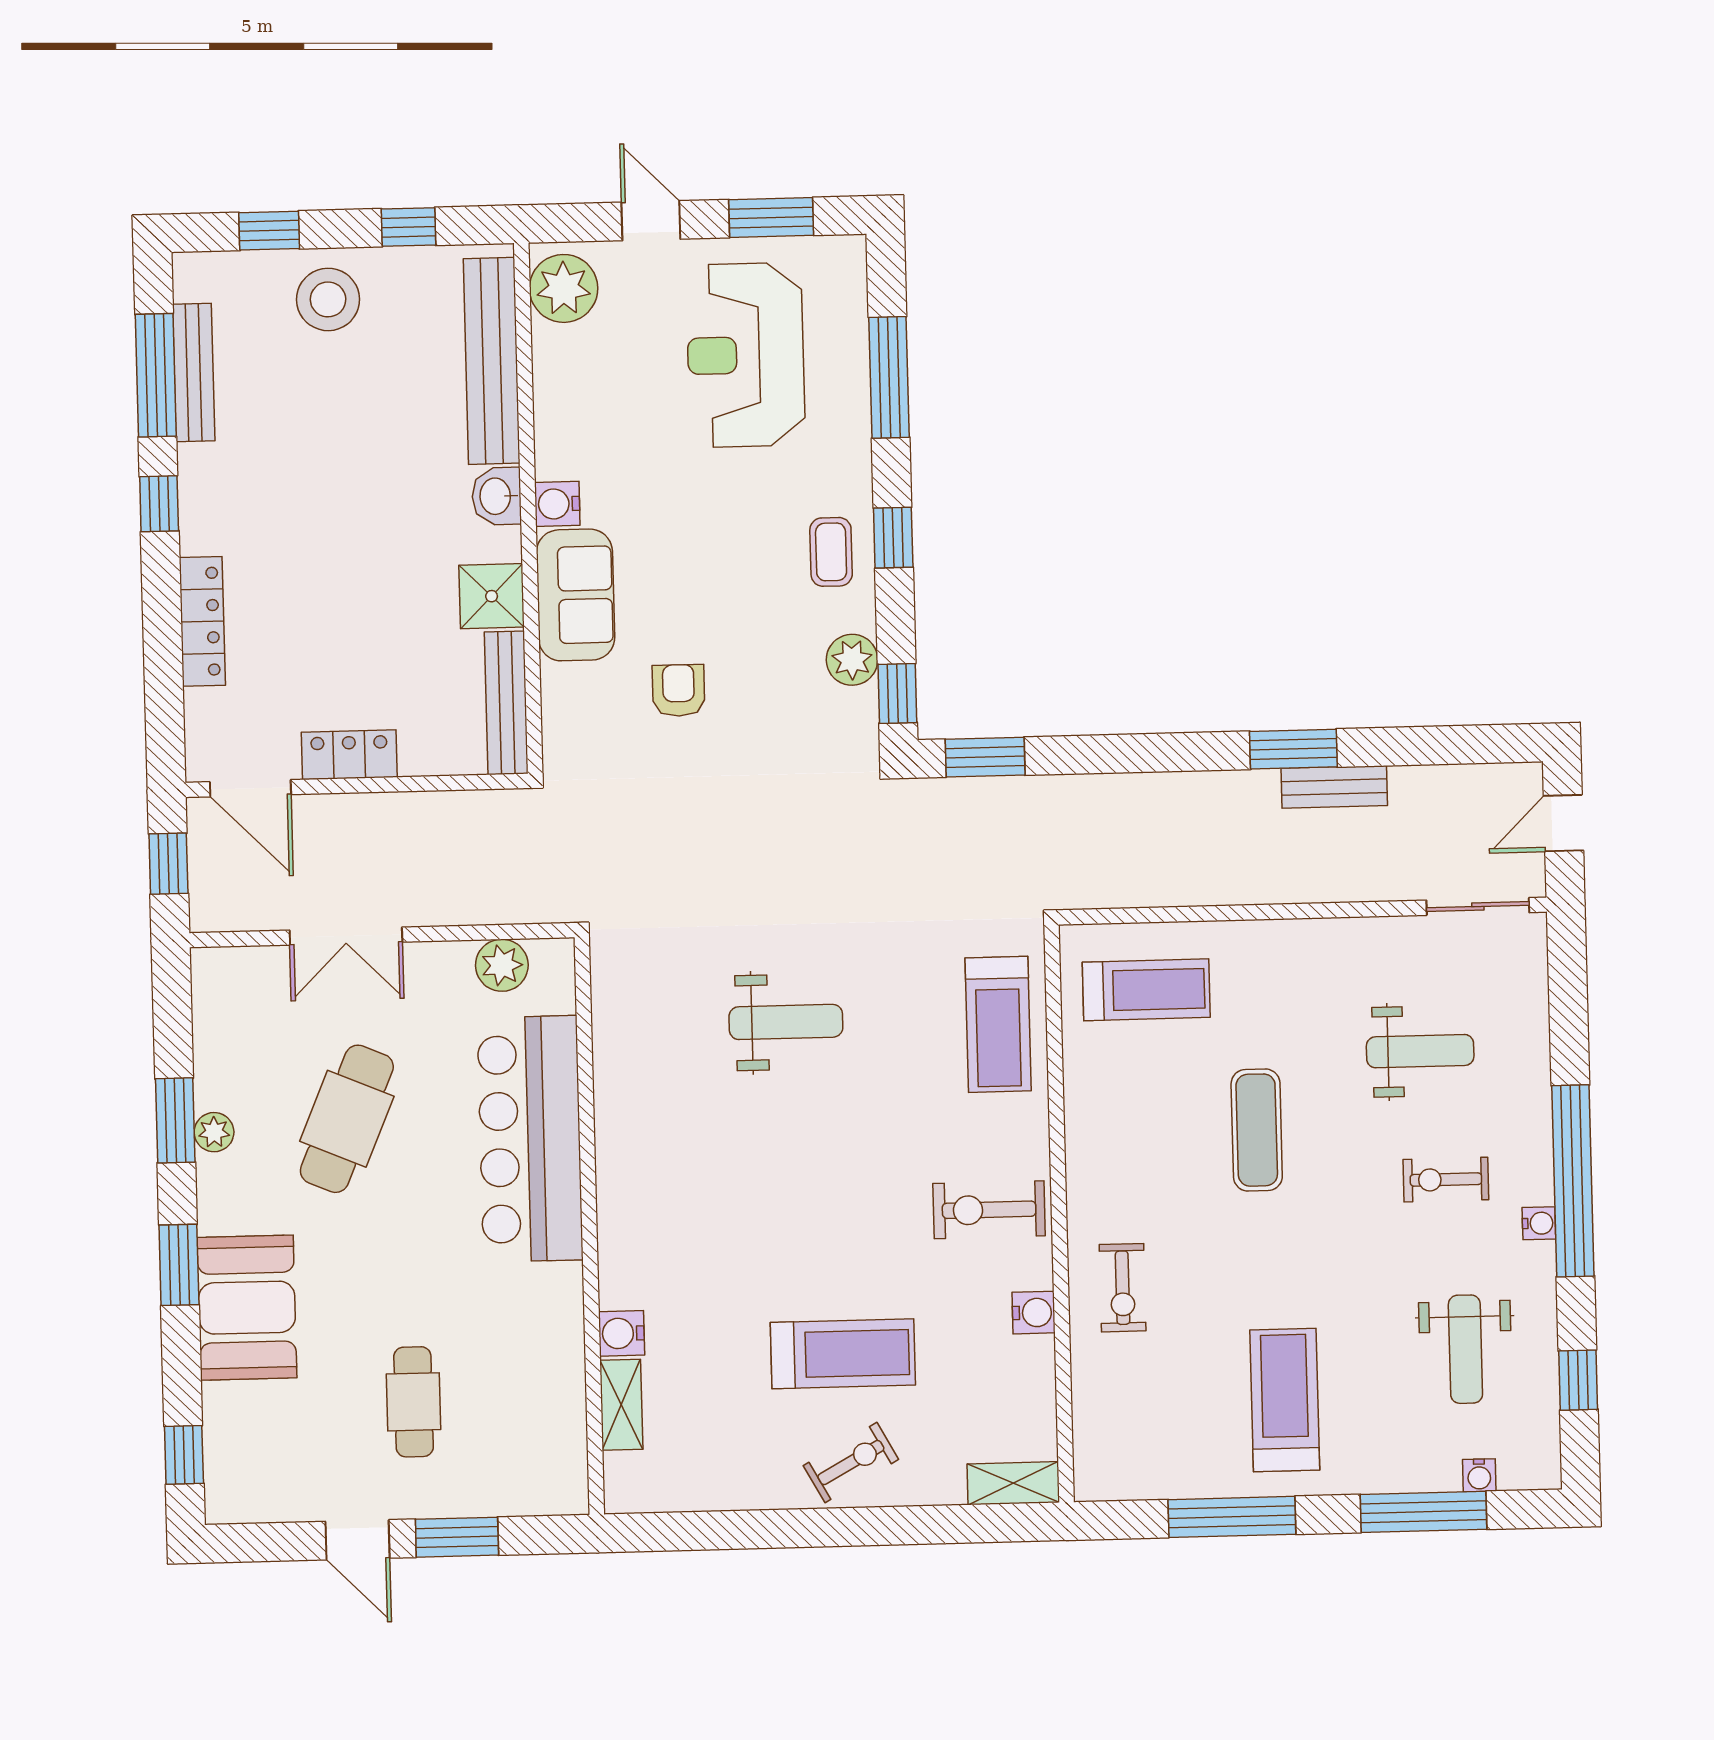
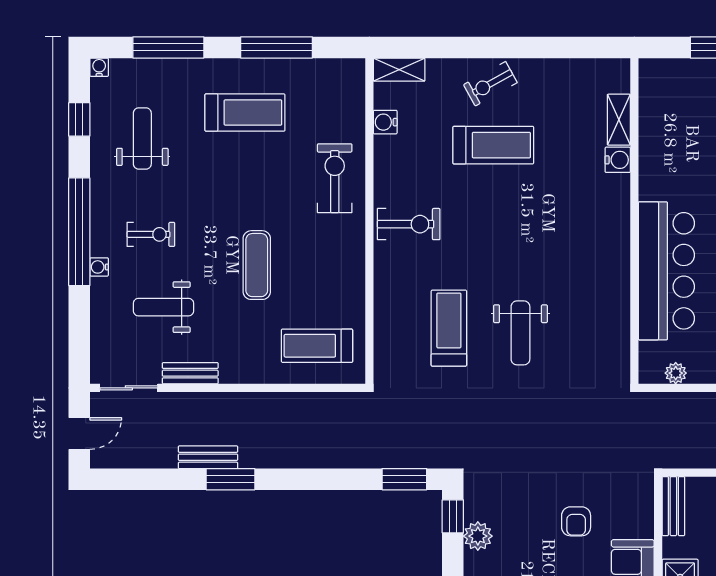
bench: (506, 703) -> (673, 506), width x0.73
bench: (1370, 935) -> (190, 373), added
plant: (502, 965) -> (676, 373), width x0.73, depth x0.73
weight bench: (786, 1022) -> (520, 333), turned -90
treadmill: (998, 1024) -> (449, 328), moved
water cooler: (1539, 1223) -> (99, 267), moved
exercise bike: (1123, 1288) -> (335, 178), width x1.38, depth x1.39
water cooler: (1034, 1313) -> (385, 122), moved
treadmill: (843, 1354) -> (493, 145), turned 180
treadmill: (1285, 1400) -> (245, 113), turned -90
water cooler: (1479, 1475) -> (99, 67), moved

